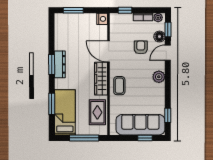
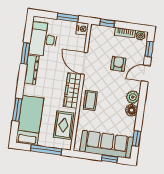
window: (73, 10) -> (68, 17), moved
desk: (67, 34) -> (43, 39), added
floor lamp: (159, 37) -> (132, 110), moved
window: (52, 64) -> (25, 53), moved

